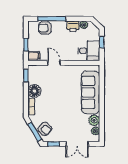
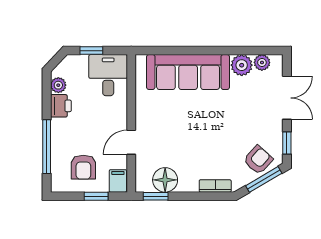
armchair: (45, 28) -> (83, 167), moved
floor lamp: (34, 91) -> (165, 180), moved

